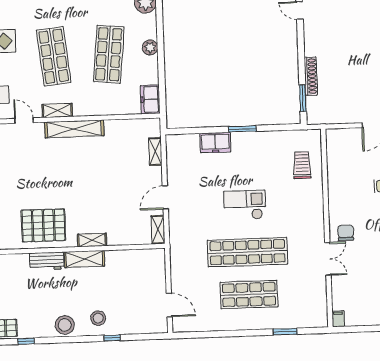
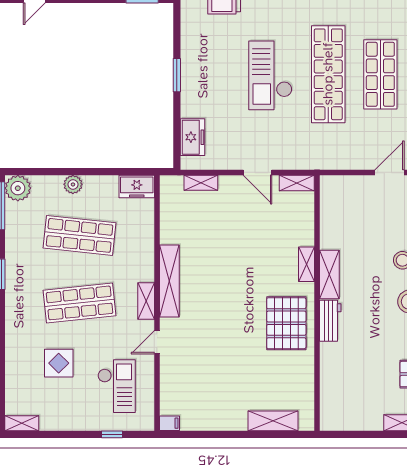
freezer: (215, 143) -> (192, 137), moved
checkout: (245, 205) -> (270, 75), width x1.36, depth x1.21

